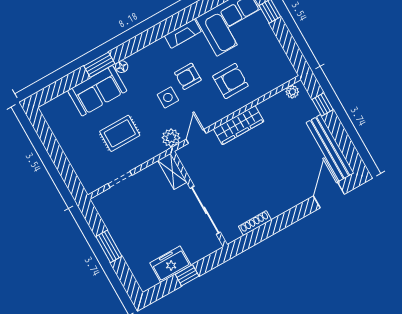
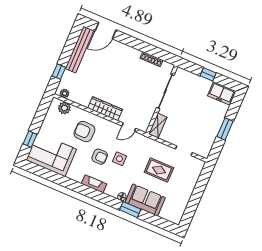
fireplace: (183, 34) -> (94, 184), moved
plant: (171, 138) -> (64, 108), moved
freezer: (170, 264) -> (222, 93), moved

